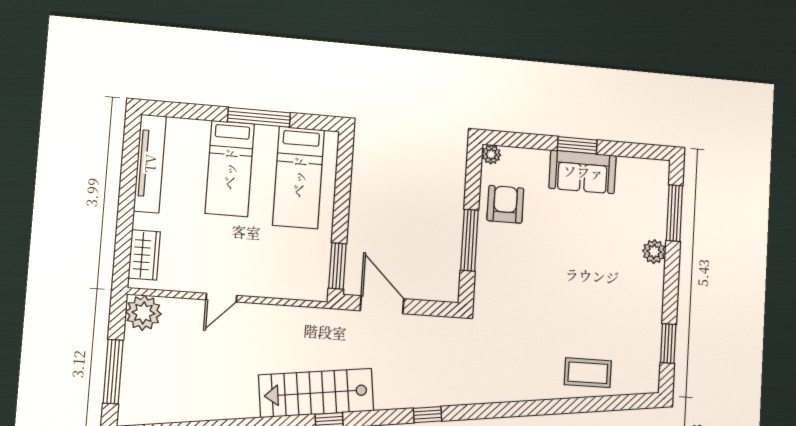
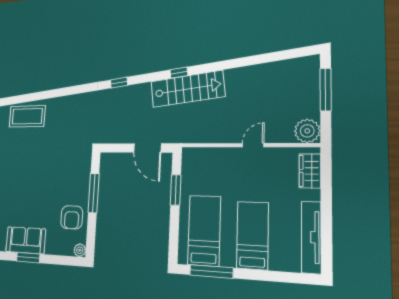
window: (259, 117) -> (211, 271), moved
window: (337, 266) -> (176, 190), moved
coffee table: (588, 373) -> (27, 116), width x1.36, depth x1.32

